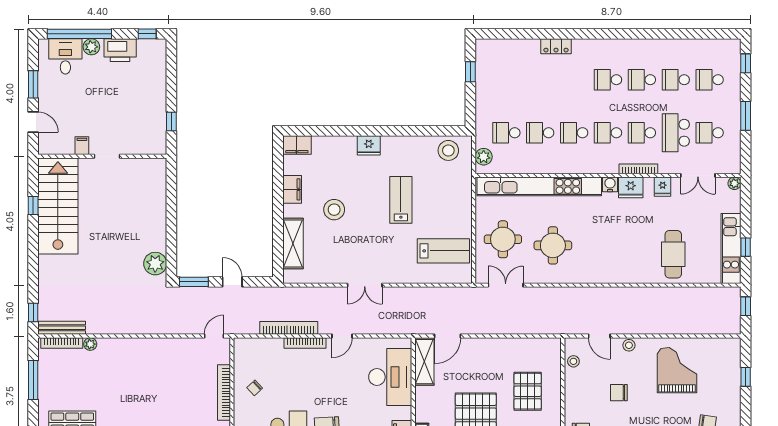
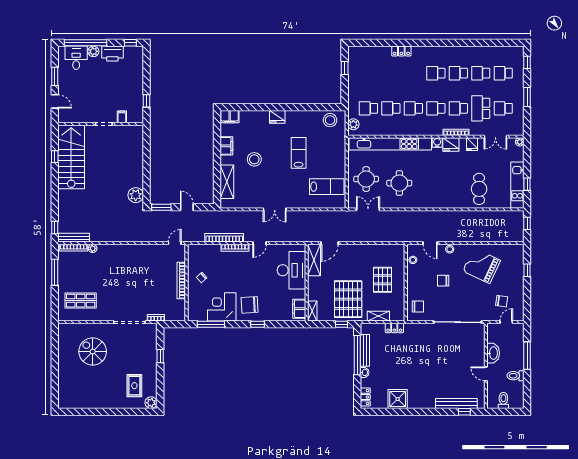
filing cabinet: (82, 146) -> (122, 117), moved
grand piano: (677, 370) -> (482, 266), turned -65

